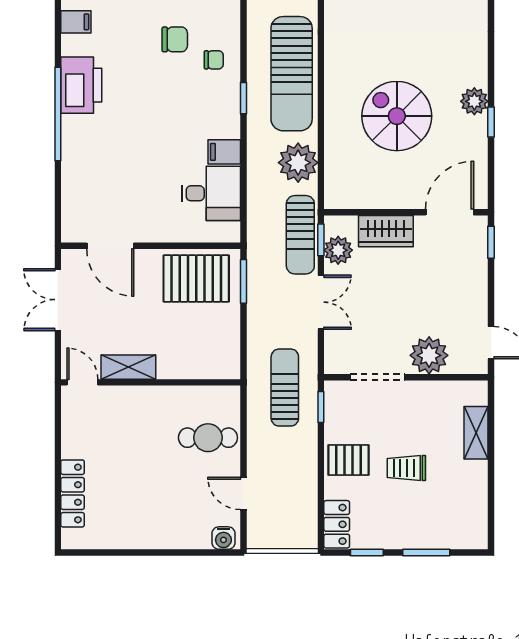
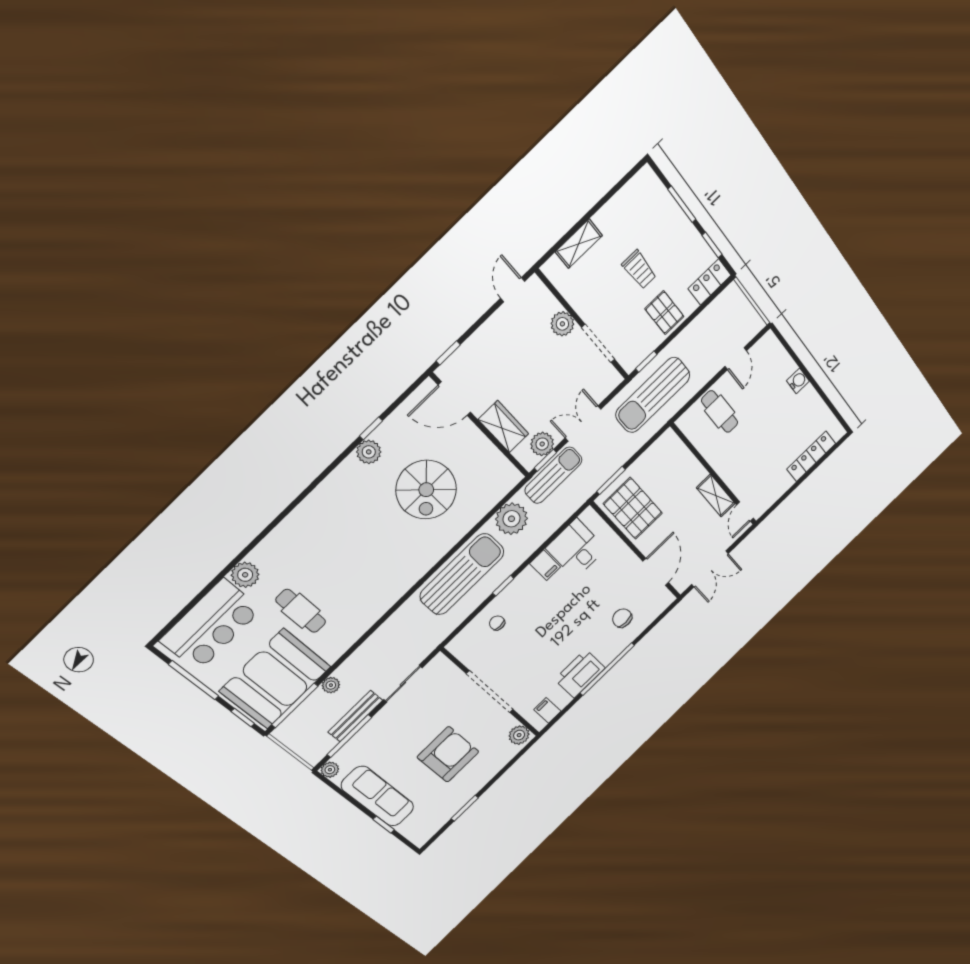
chair: (175, 39) -> (622, 618), moved
plant: (429, 355) -> (562, 324), width x0.73, depth x0.73
sun lounger: (285, 388) -> (653, 395), width x1.36, depth x1.34
water cooler: (223, 538) -> (798, 381), moved

